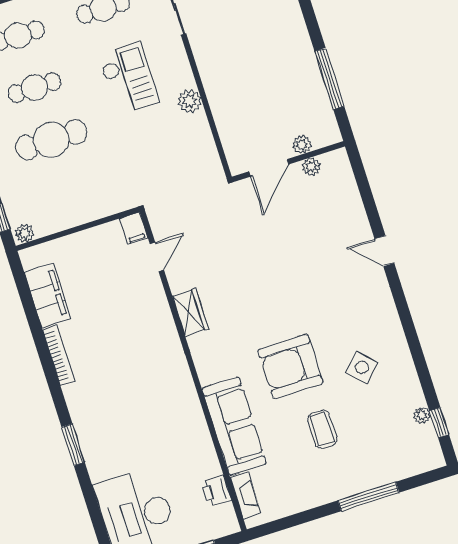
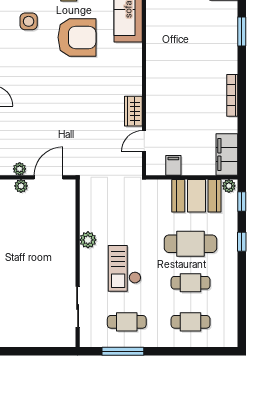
booth: (64, 206) -> (196, 196), added
filing cabinet: (134, 228) -> (173, 165), moved
filing cabinet: (47, 296) -> (227, 155), moved
wardrobe: (190, 312) -> (133, 111), moved
side table: (362, 367) -> (29, 21), turned 45

